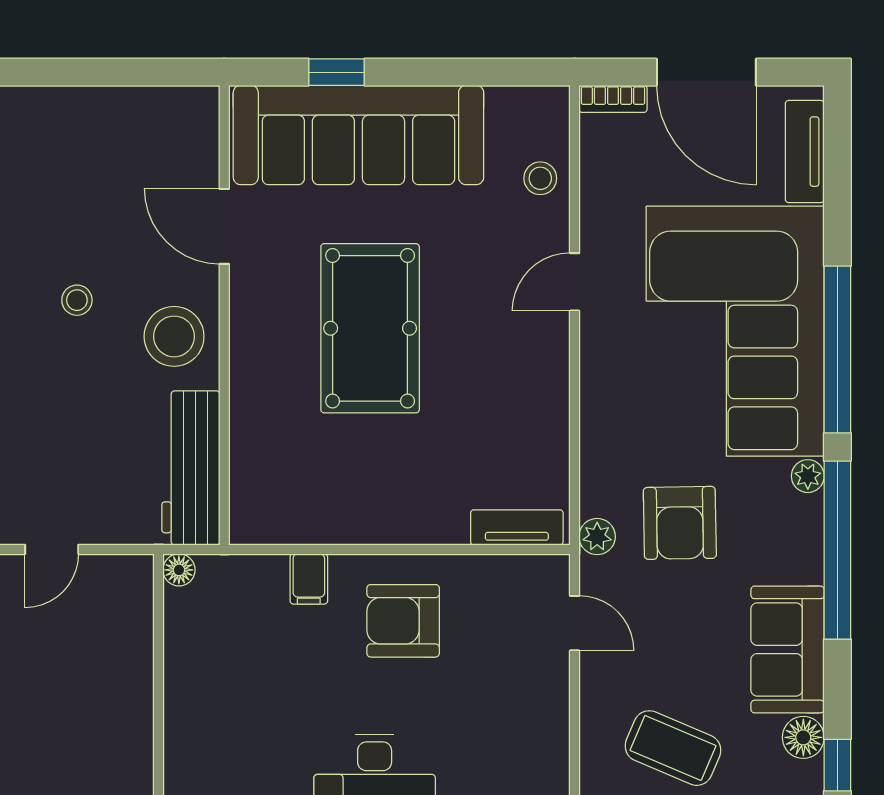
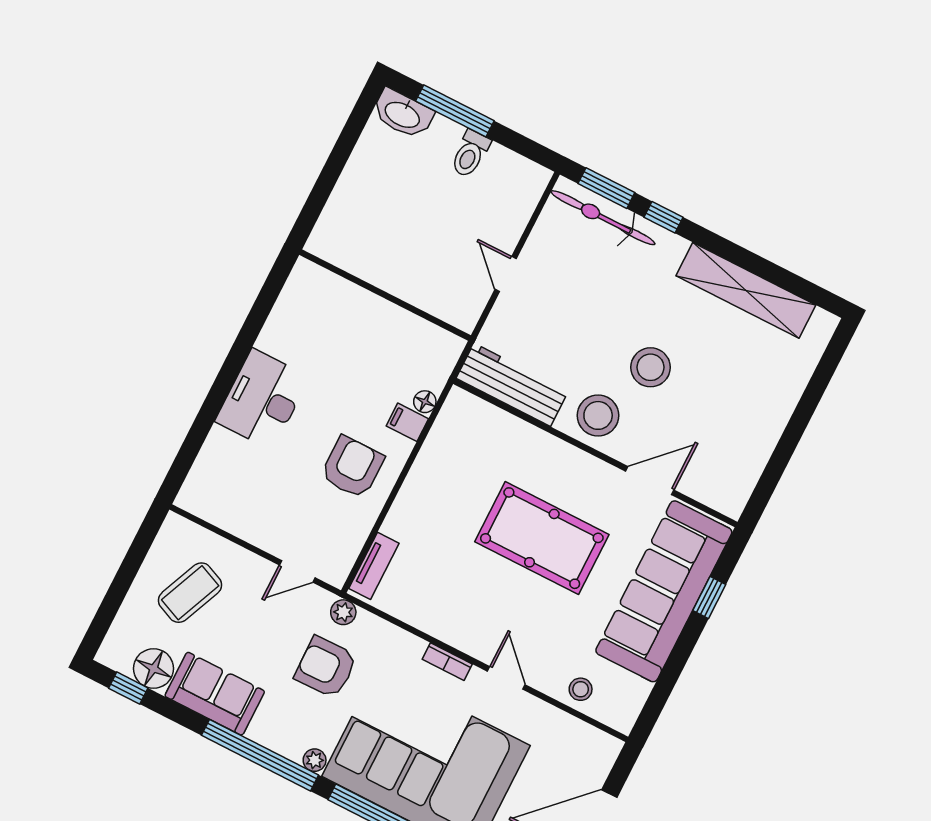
bookcase: (613, 99) -> (447, 662), moved, turned -90
stool: (77, 300) -> (651, 367), width x1.89, depth x1.89
floor lamp: (179, 570) -> (425, 402), moved
floor lamp: (803, 737) -> (154, 669), width x1.38, depth x1.38

